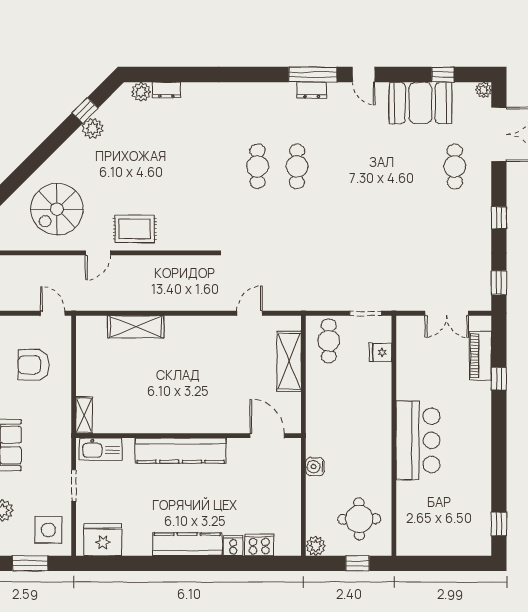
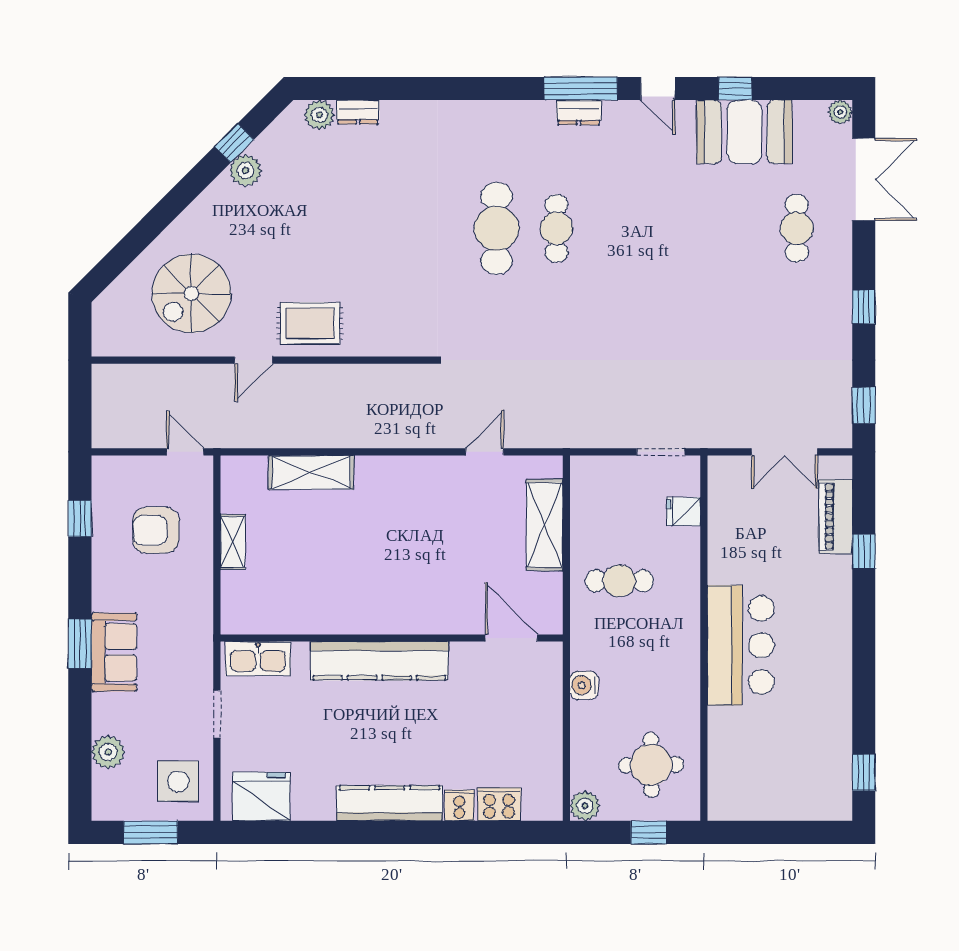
window: (443, 74) -> (735, 89), moved
cafe table: (258, 166) -> (496, 228), width x1.37, depth x1.35
cafe table: (329, 341) -> (619, 581), moved, turned 90
shelving: (84, 415) -> (233, 542), moved

